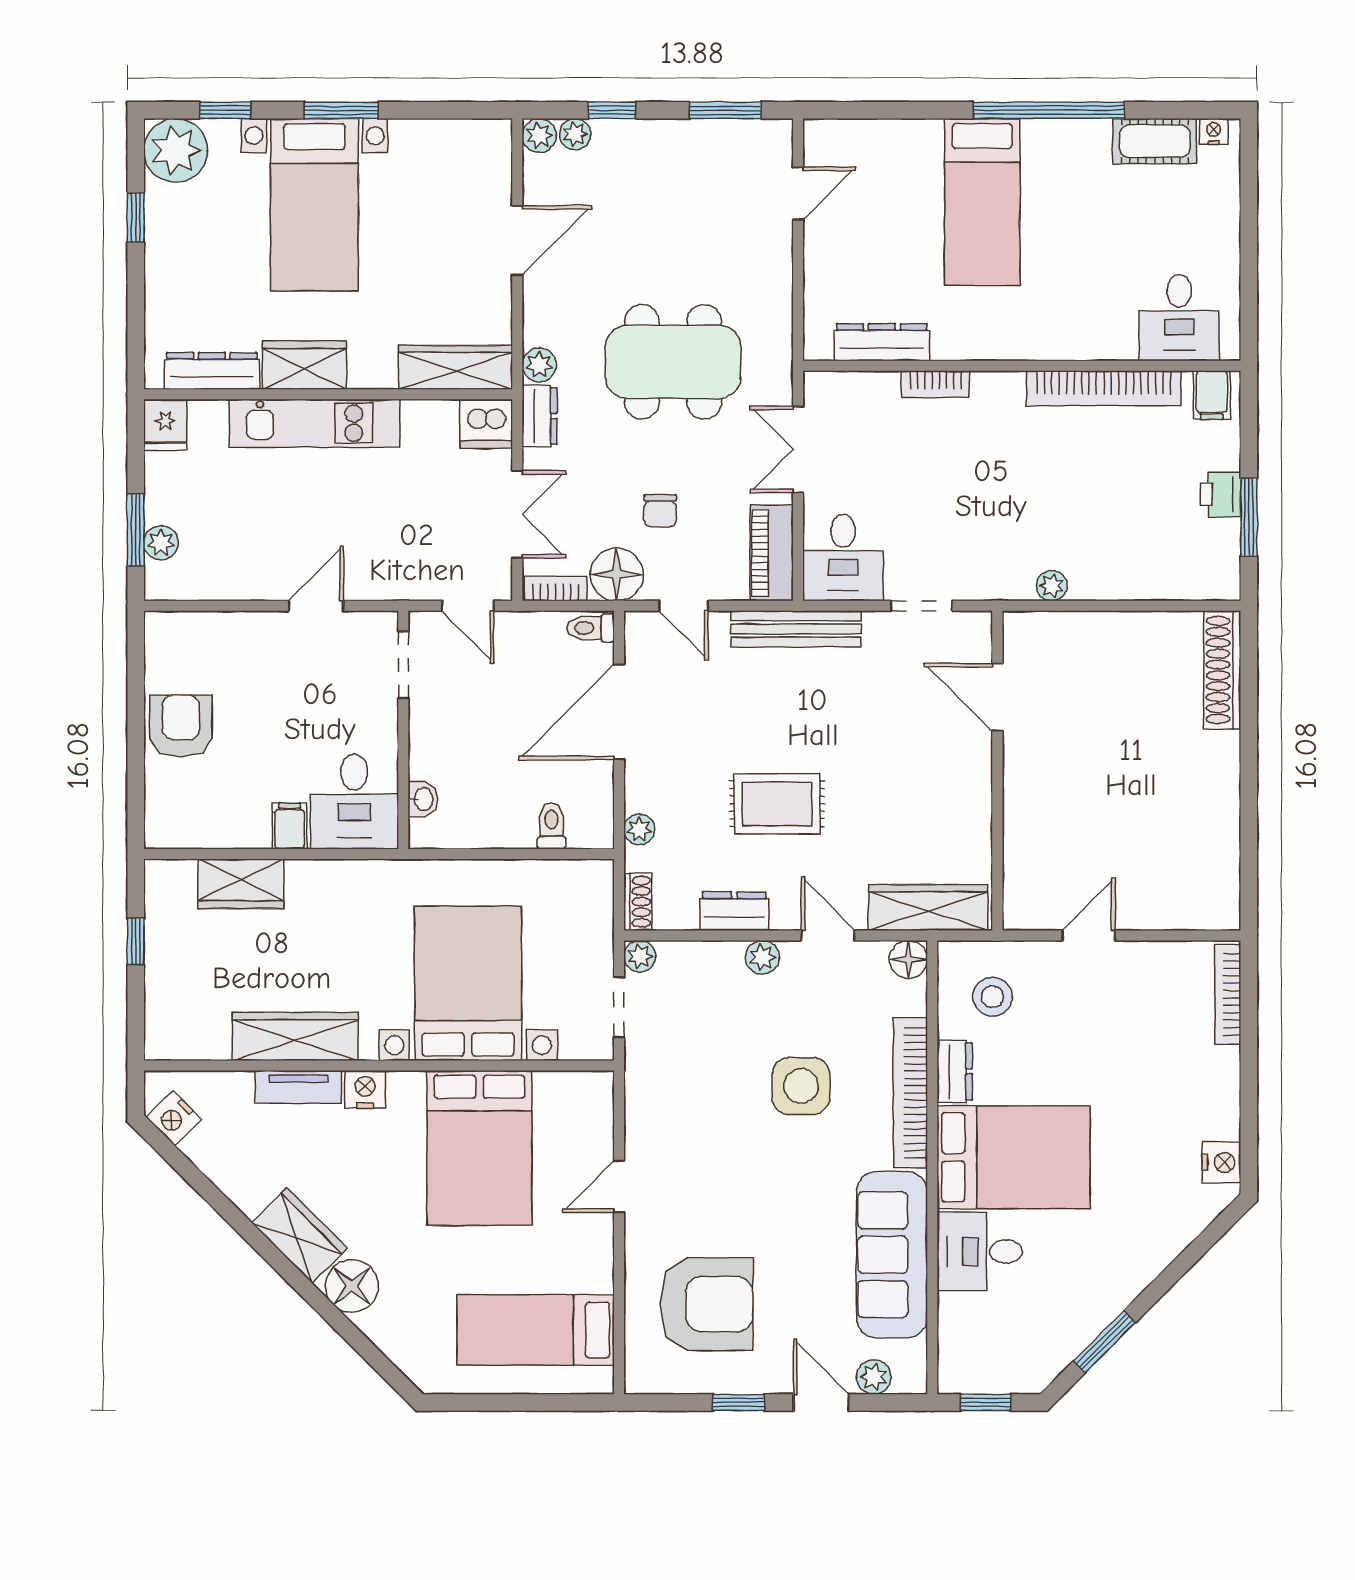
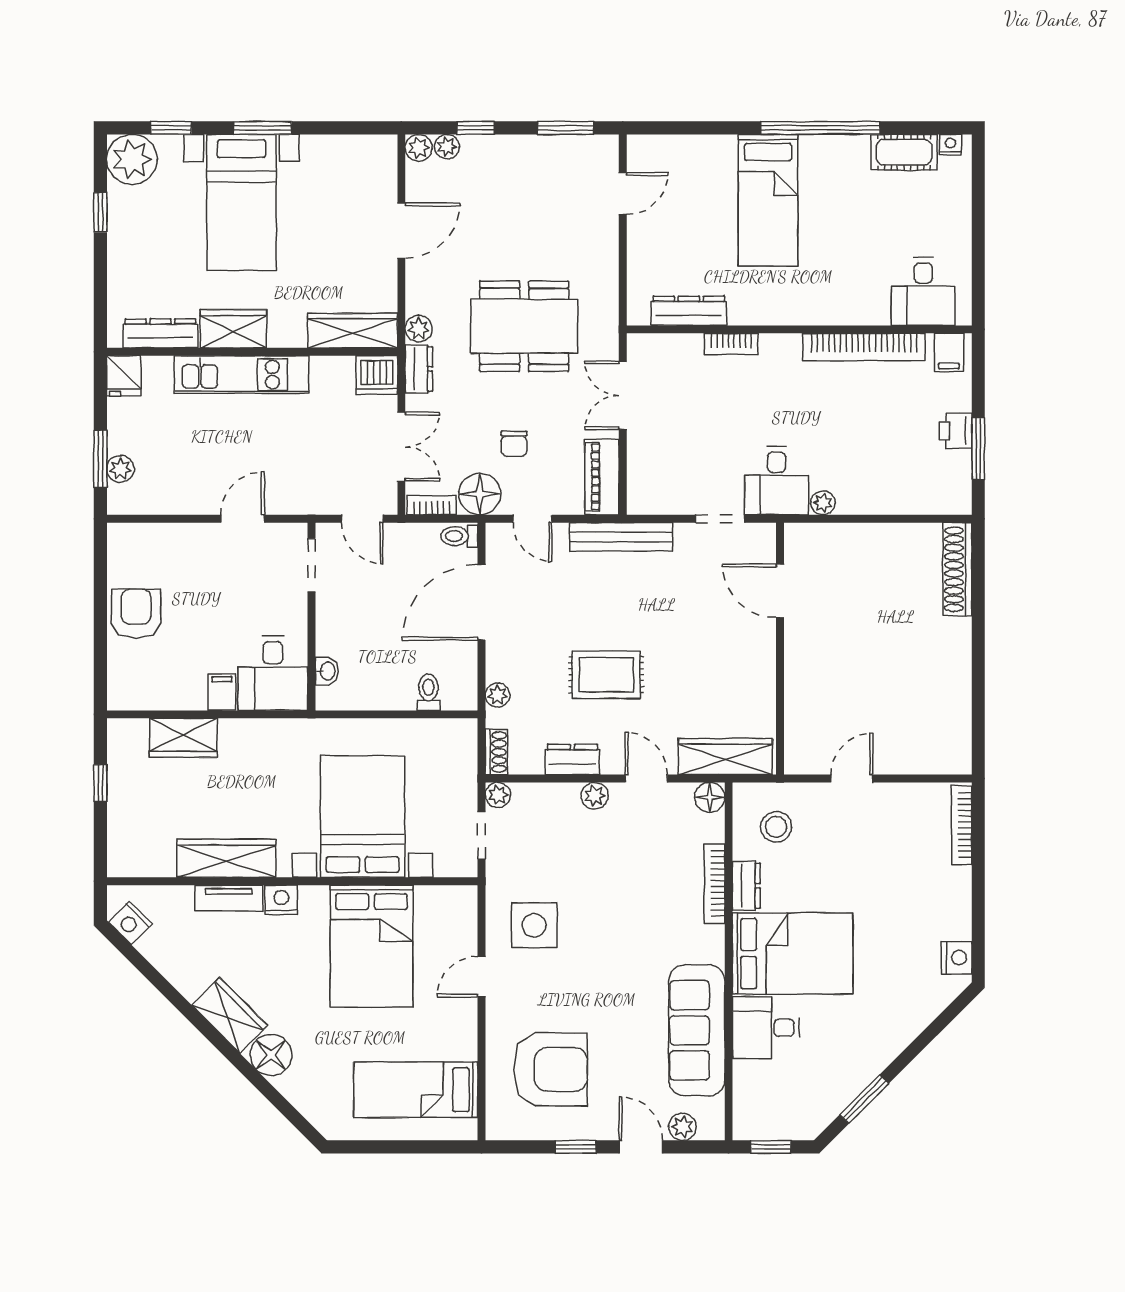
desk: (843, 558) -> (777, 481), moved
side table: (801, 1086) -> (534, 925), moved
bookcase: (910, 1093) -> (715, 884), width x0.68, depth x0.76

